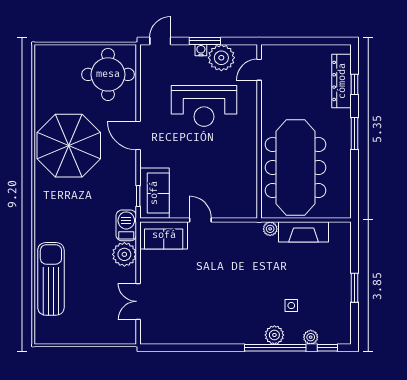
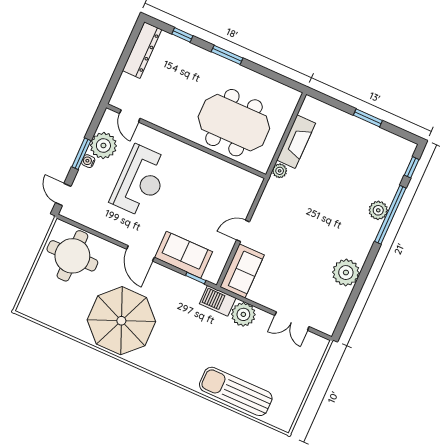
dresser: (342, 81) -> (142, 50), moved, turned -90
door: (138, 136) -> (140, 253), hinge flipped
meeting table: (296, 167) -> (234, 123), width x0.73
sofa: (154, 193) -> (184, 255), moved
side table: (291, 306) -> (358, 183), removed
plant: (311, 337) -> (346, 273), moved, width x1.87, depth x1.87

